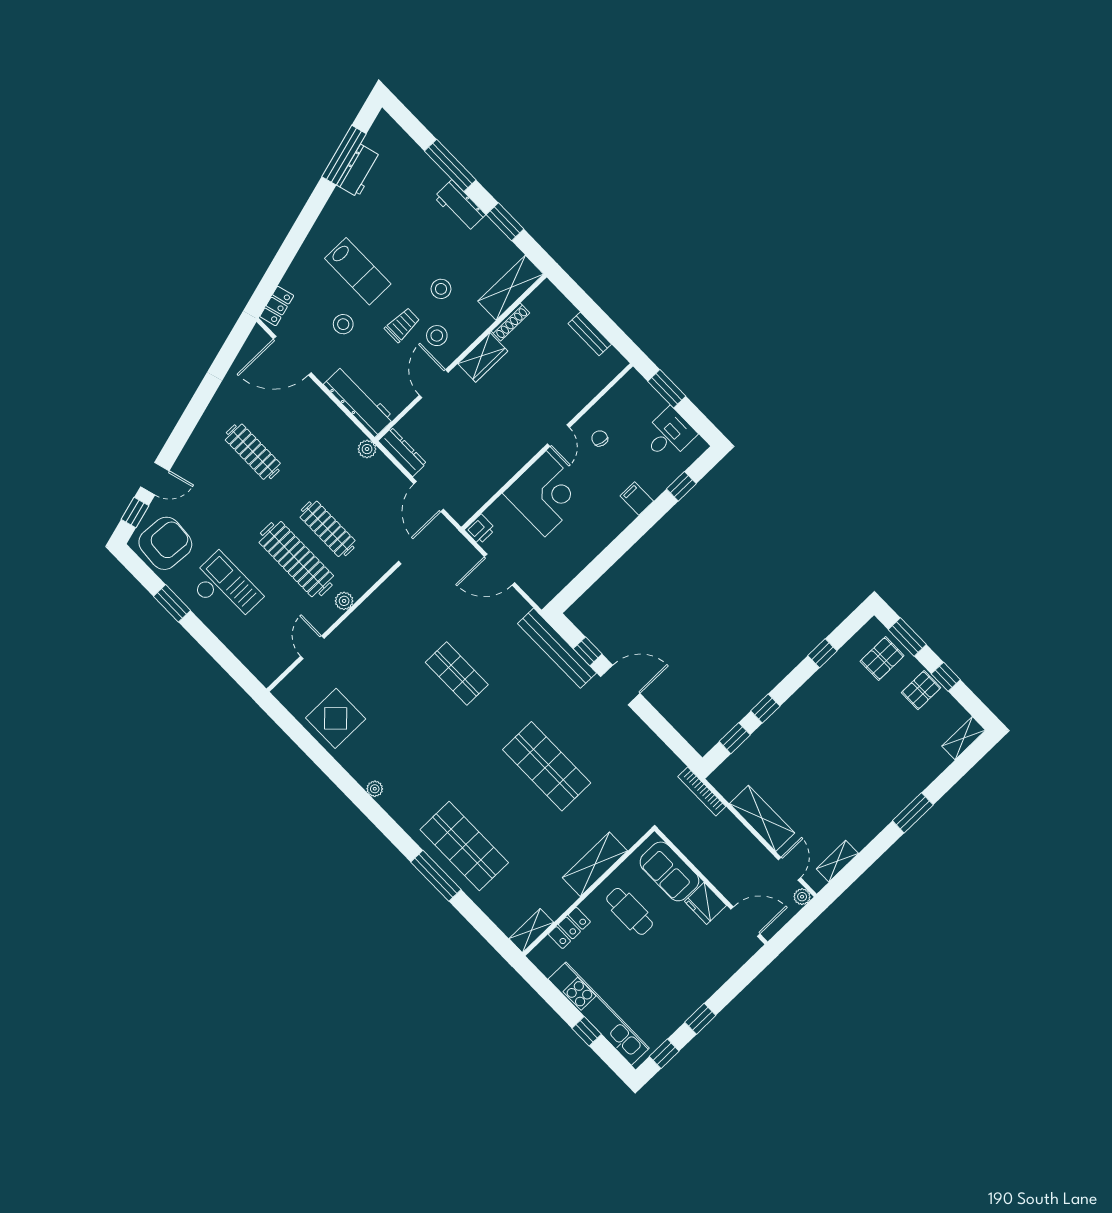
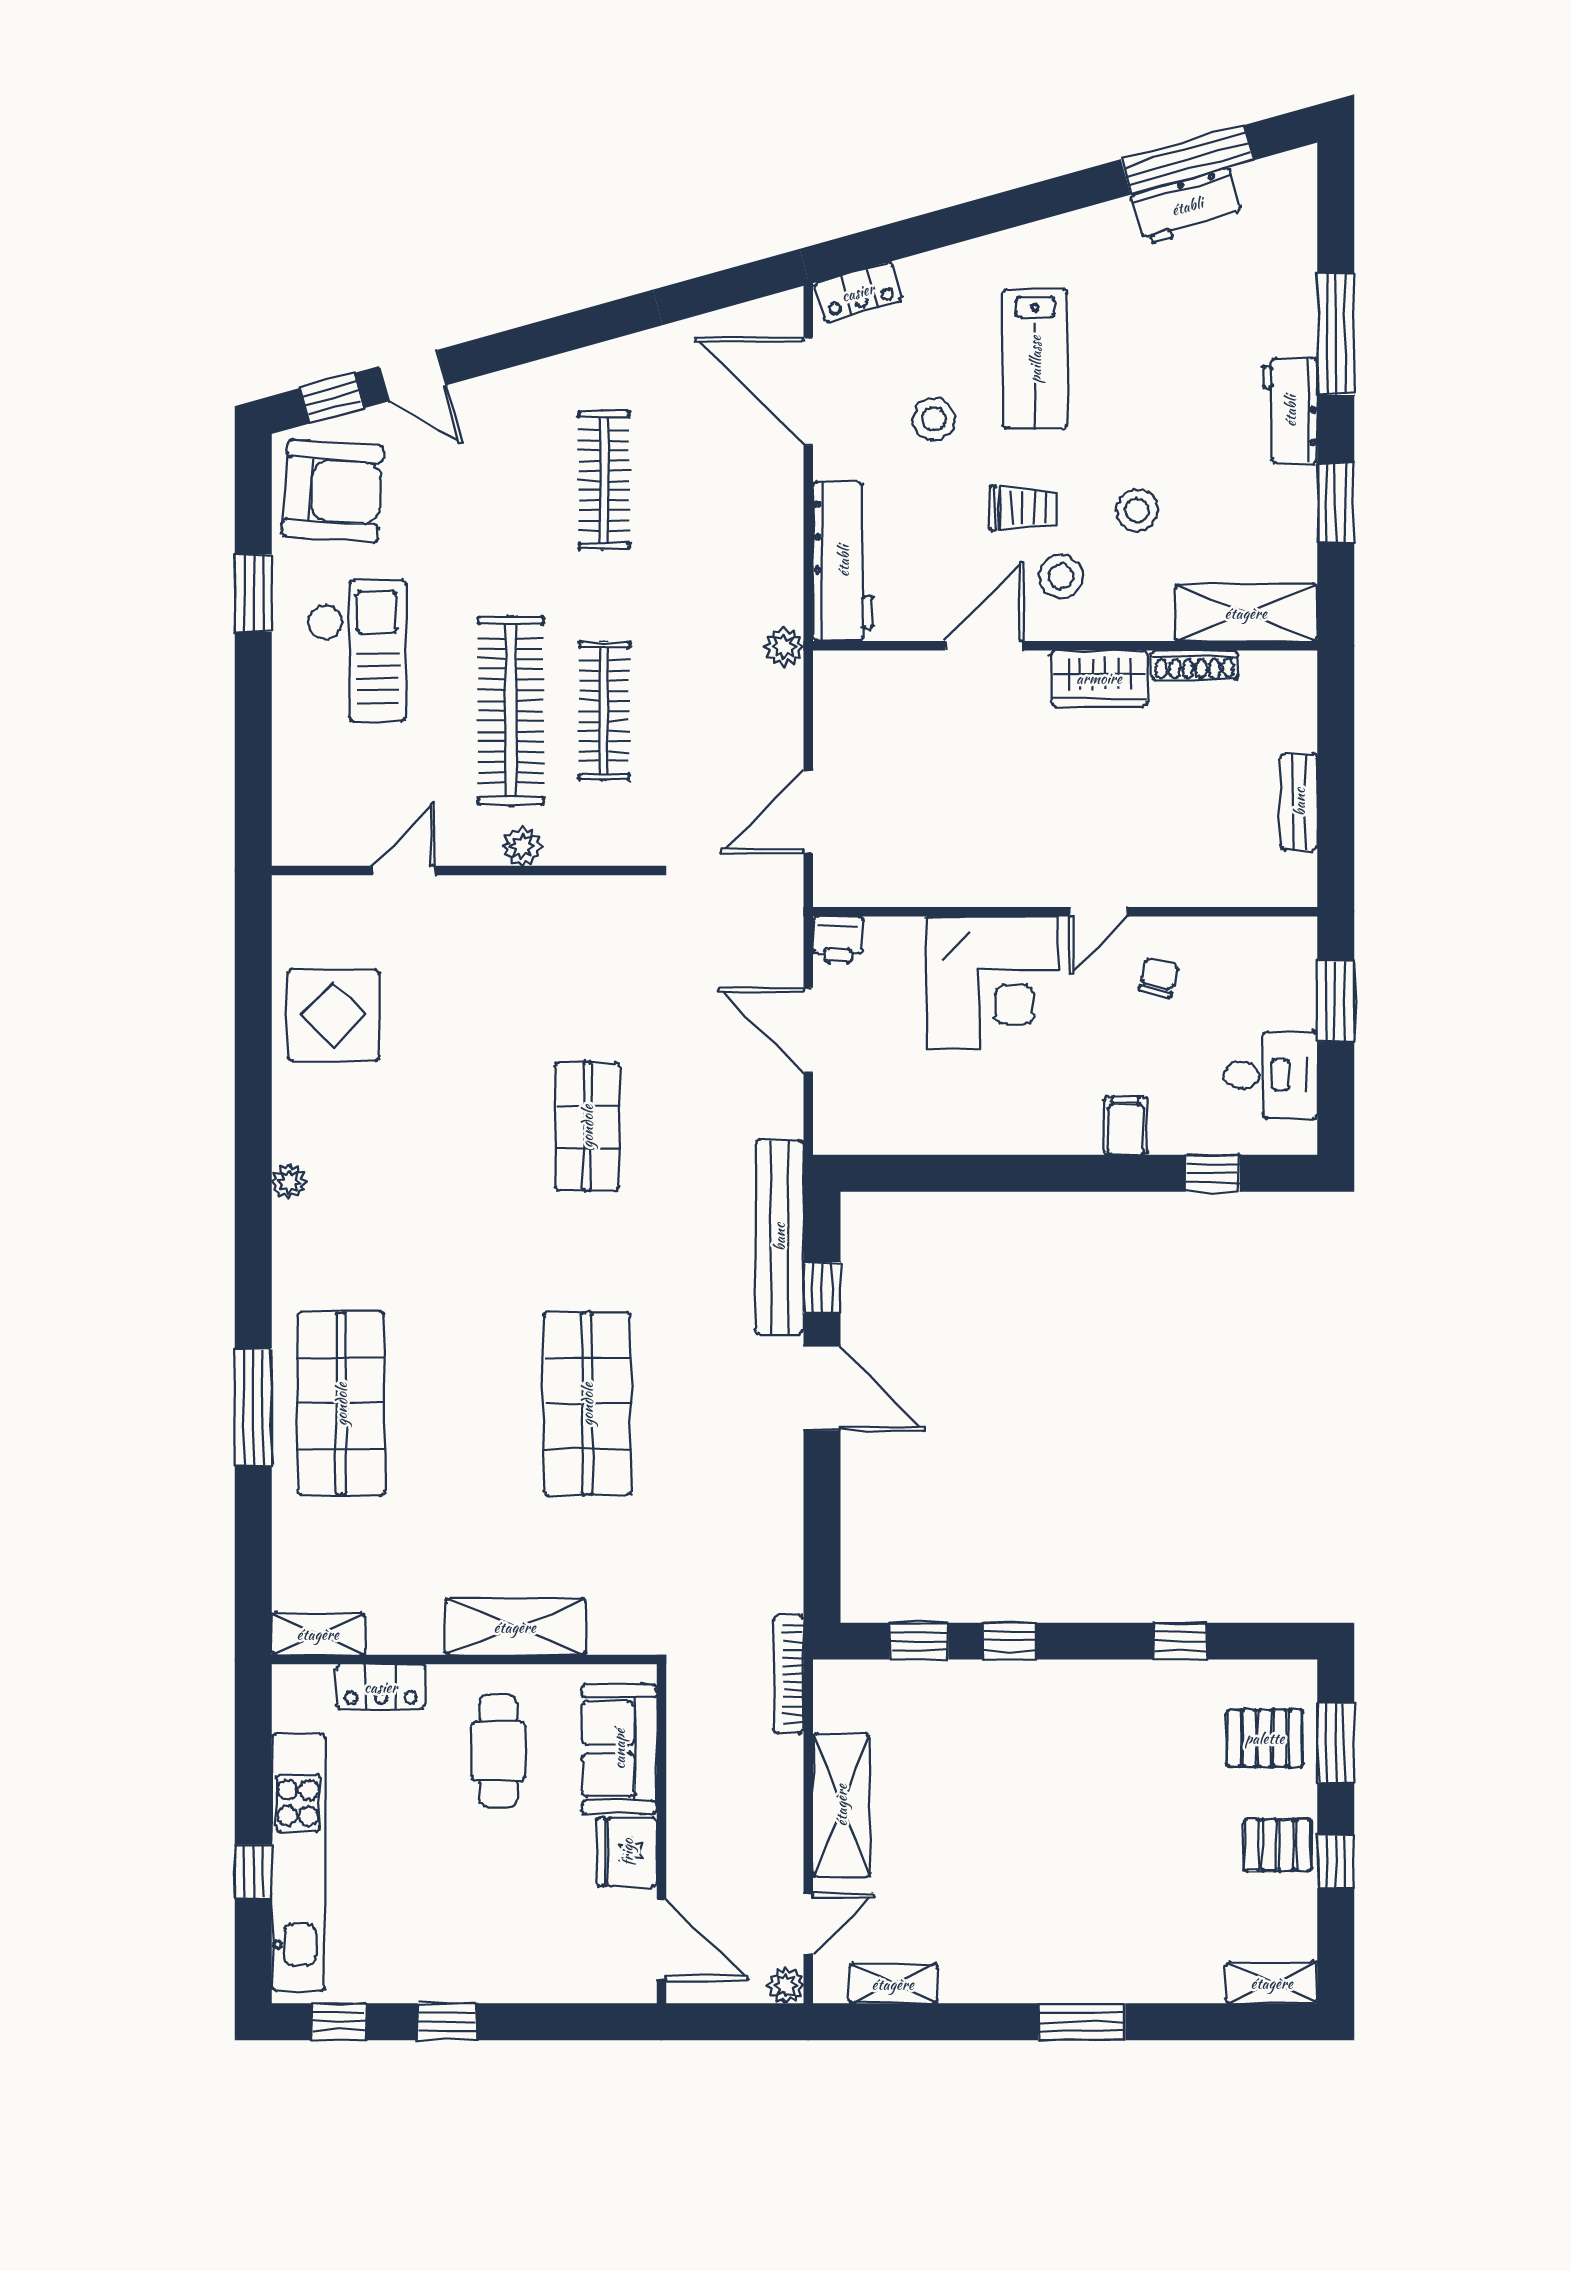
dresser: (402, 452) -> (834, 704), removed

